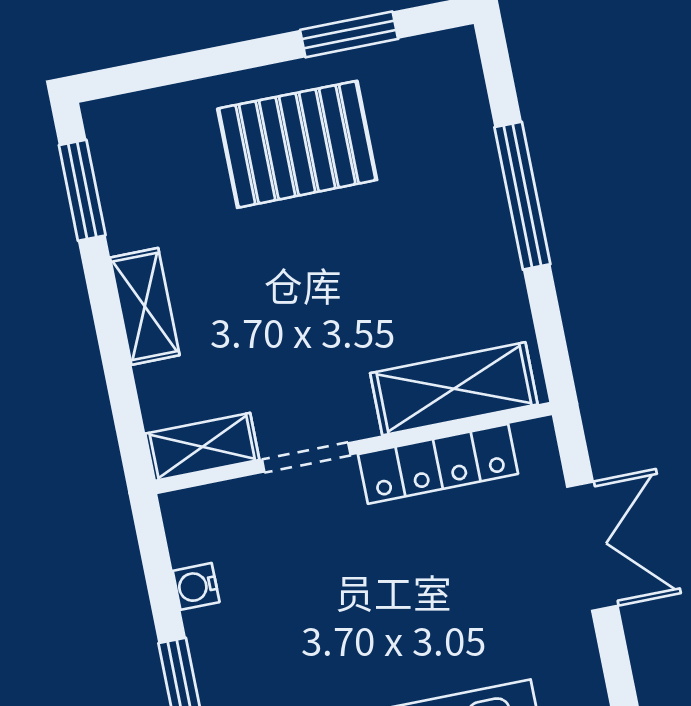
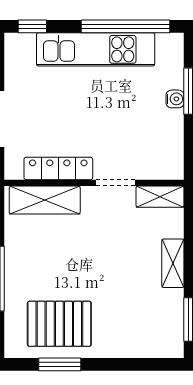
pallet: (297, 144) -> (59, 324), moved
water cooler: (196, 586) -> (175, 99), moved

